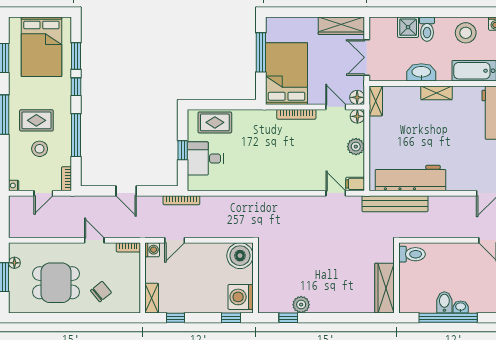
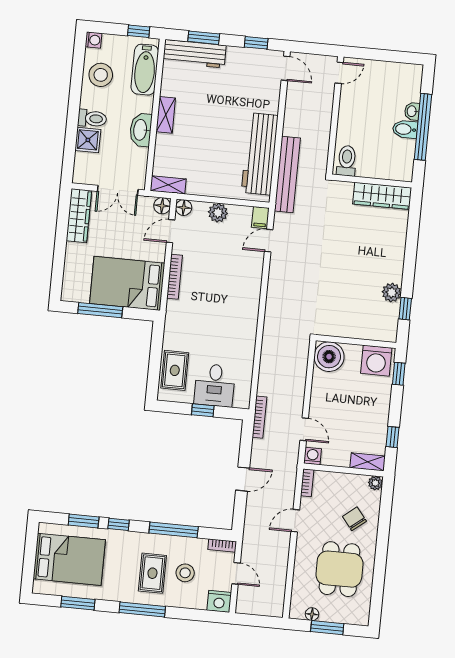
nightstand: (14, 186) -> (219, 601), width x1.89, depth x1.79
plant: (134, 307) -> (375, 483), added

